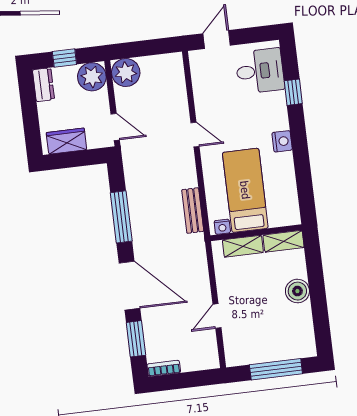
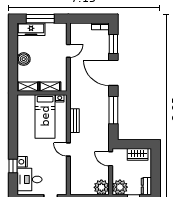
nightstand: (282, 141) -> (22, 162), moved
bench: (193, 211) -> (75, 121), moved
freezer: (291, 348) -> (31, 29), added

